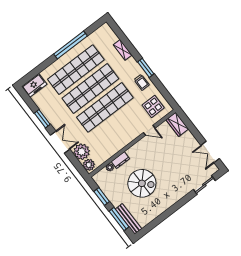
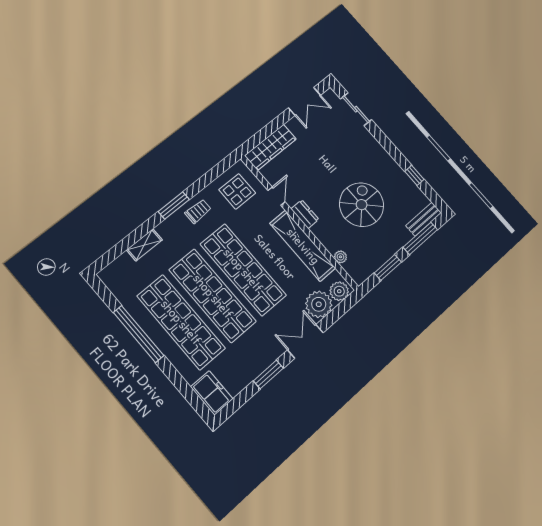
wardrobe: (177, 124) -> (270, 147), width x1.50
shelving: (118, 144) -> (303, 246), added
dresser: (120, 160) -> (305, 214), moved
bench: (128, 219) -> (424, 219), width x0.73
window: (160, 219) -> (414, 175), added

